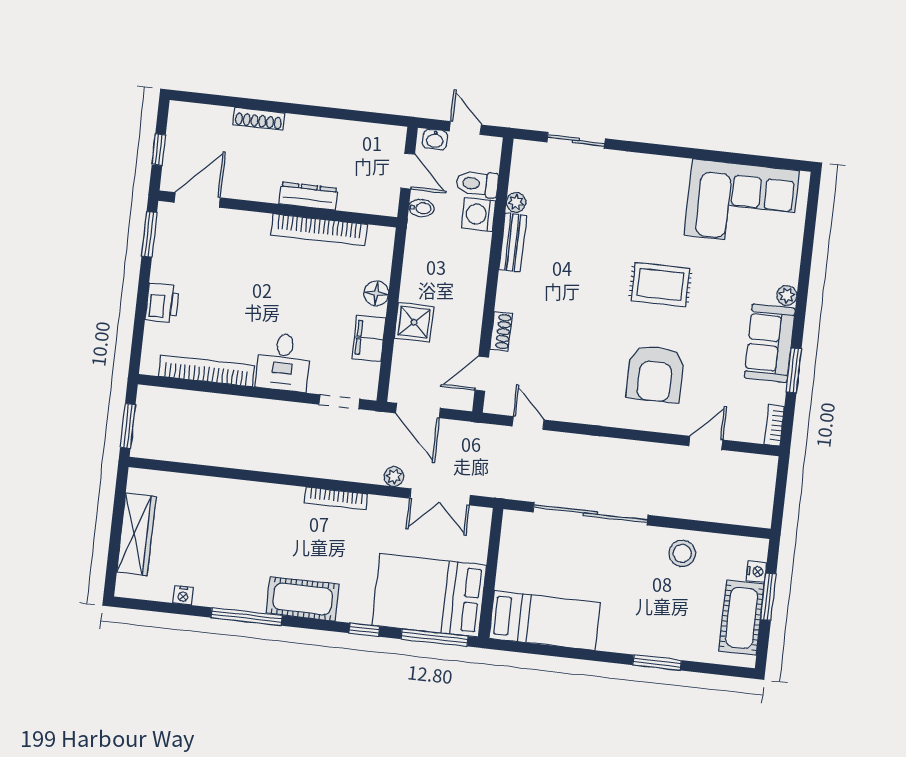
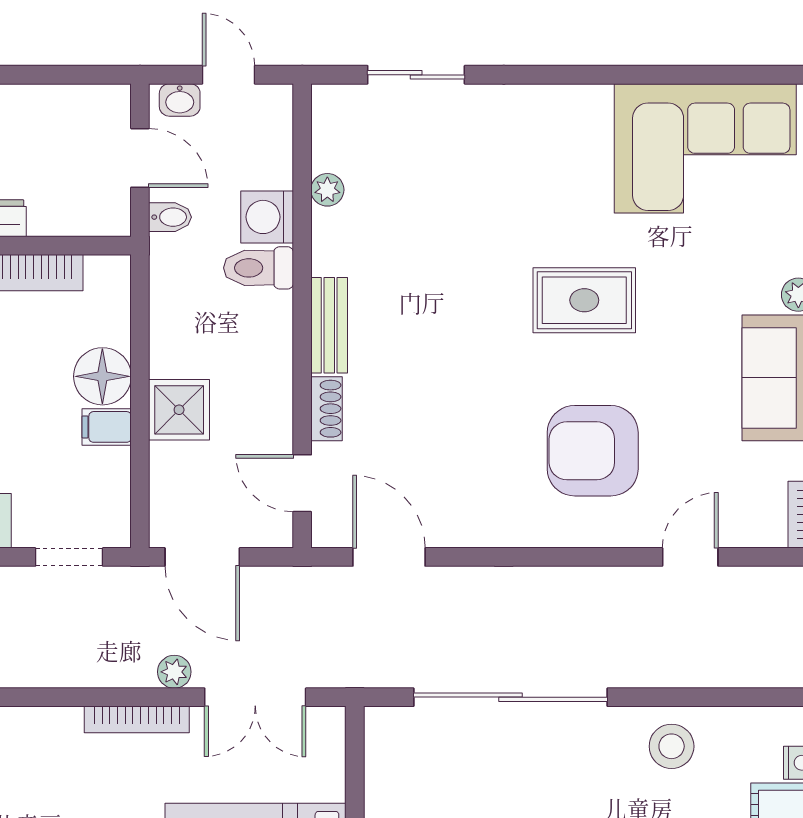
toilet: (477, 184) -> (258, 268), moved
bench: (513, 242) -> (329, 325), moved
floor lamp: (376, 293) -> (102, 376), width x1.38, depth x1.38
filing cabinet: (369, 338) -> (107, 427), width x0.50
door: (482, 374) -> (302, 483), hinge flipped
armchair: (655, 374) -> (593, 451), turned 90
door: (528, 423) -> (389, 557), width x1.38
bookcase: (336, 498) -> (137, 719), moved

